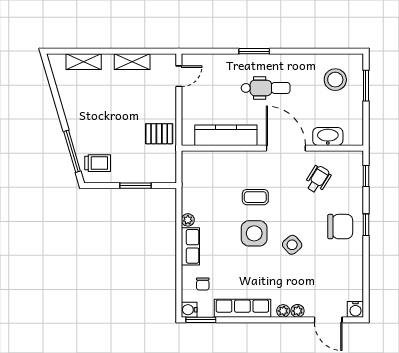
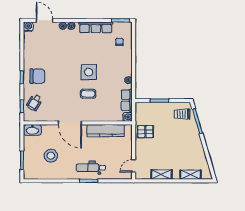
stool: (335, 80) -> (51, 156), moved
dental chair: (266, 88) -> (91, 168), moved
washbasin: (328, 136) -> (32, 130), moved
wheelchair: (318, 179) -> (34, 103), moved
chair: (340, 227) -> (37, 76), turned 180
side table: (292, 245) -> (66, 65), removed
row of seats: (190, 246) -> (127, 100), moved
water cooler: (189, 310) -> (128, 117), moved

